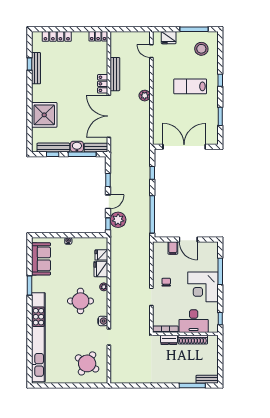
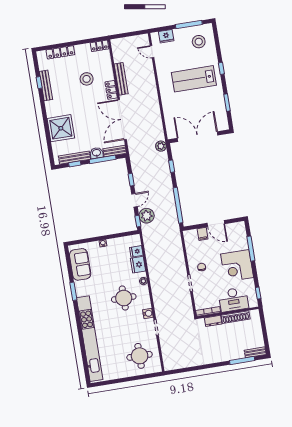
stool: (79, 68) -> (87, 79), added
lab bench: (190, 86) -> (194, 79), width x1.36, depth x1.39
plant: (145, 96) -> (161, 146), moved
round table: (87, 363) -> (140, 356), turned -33

